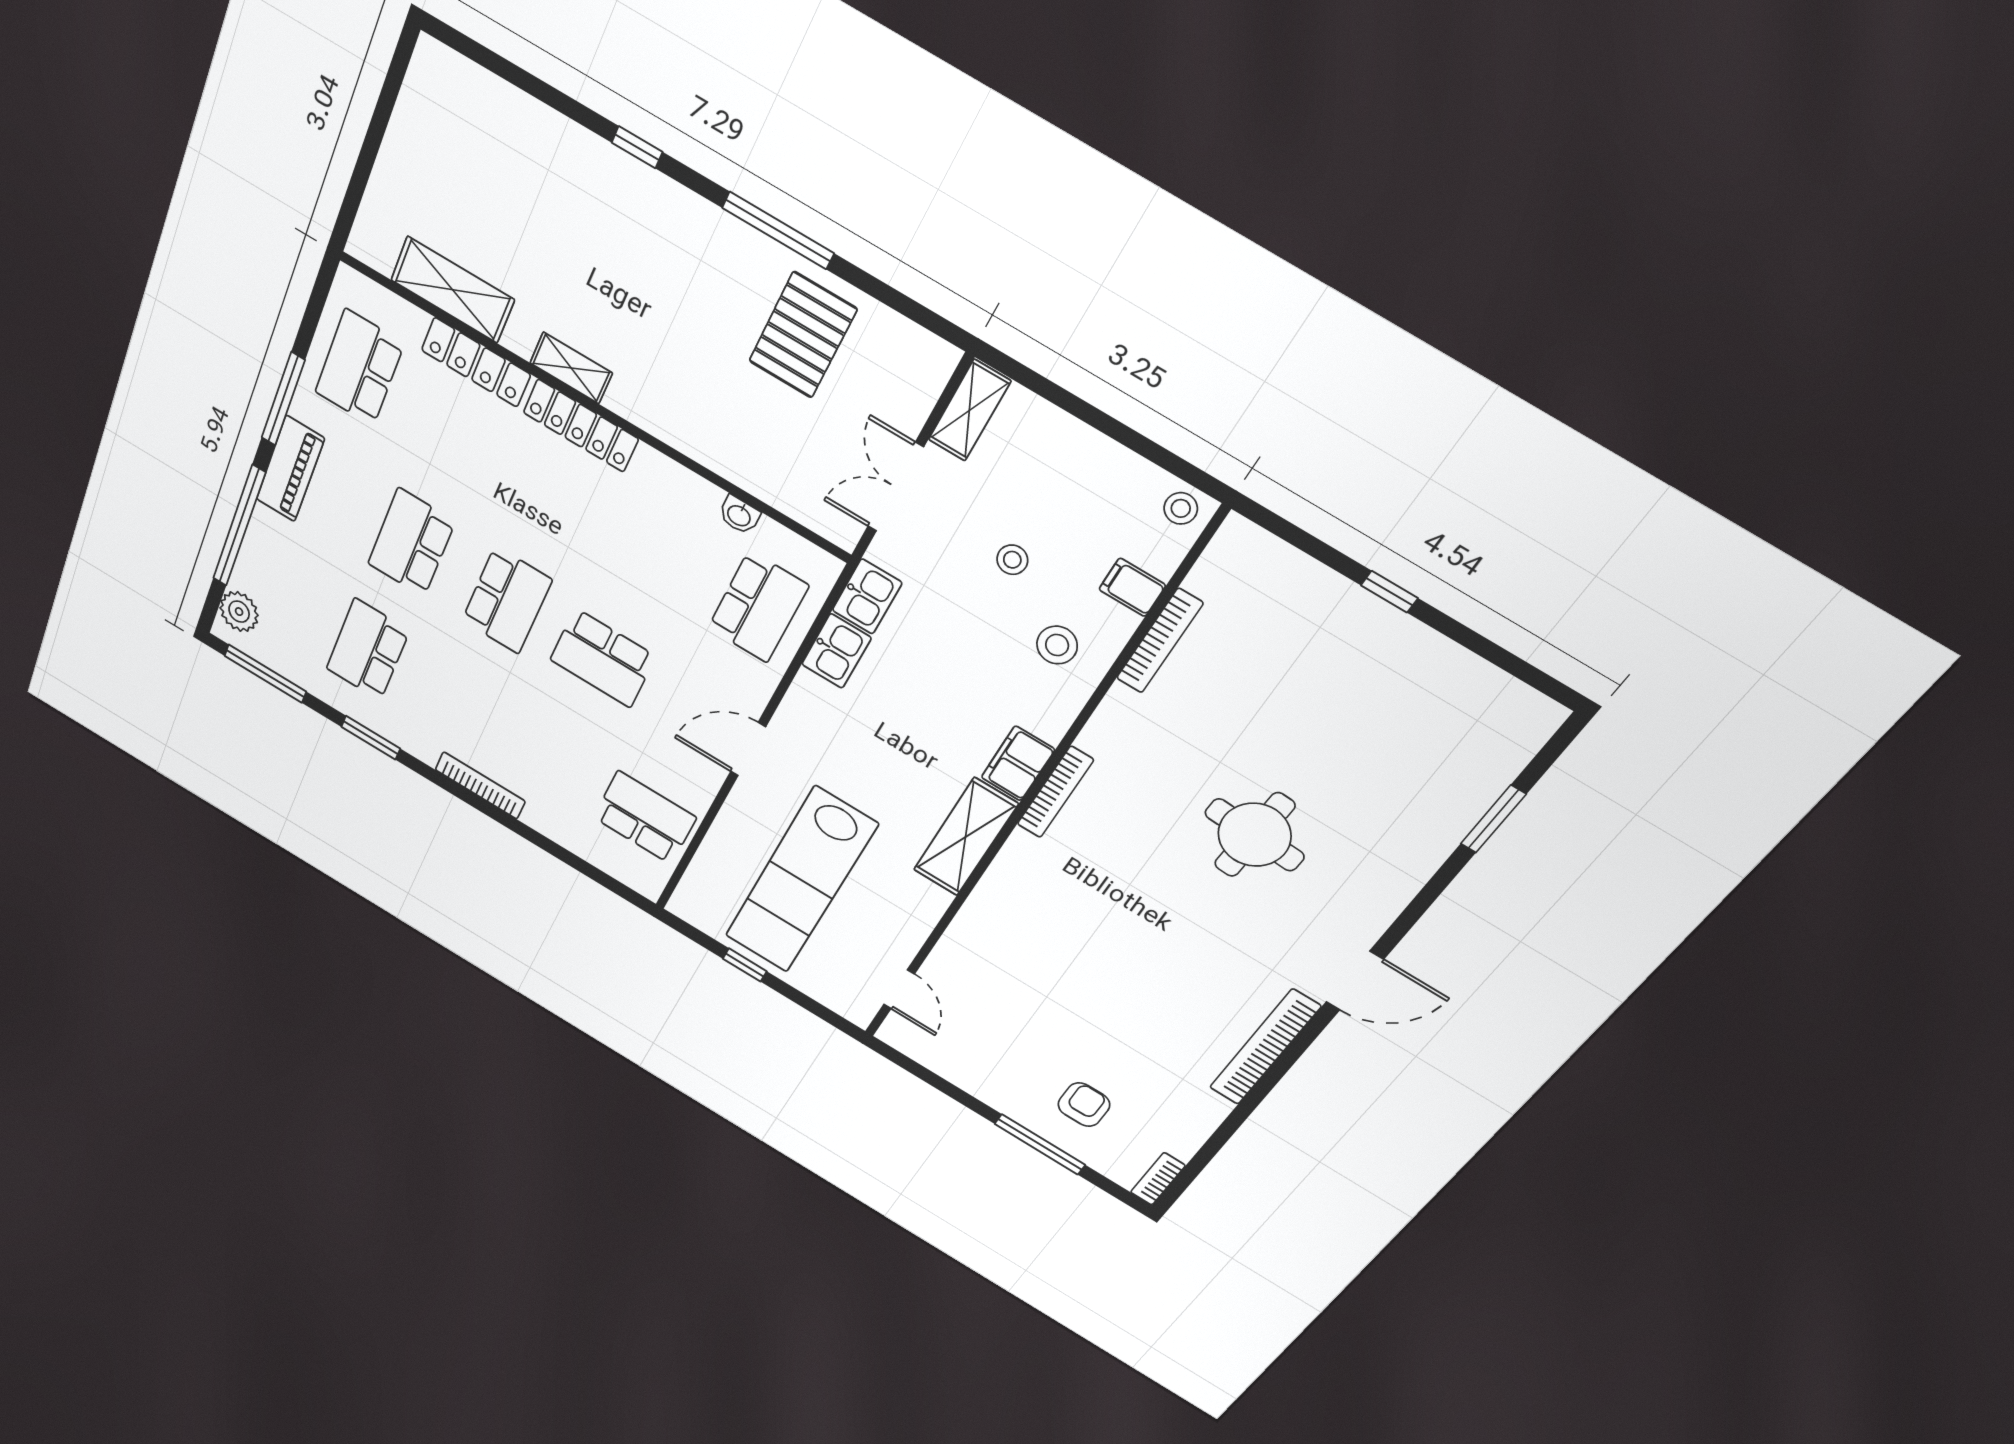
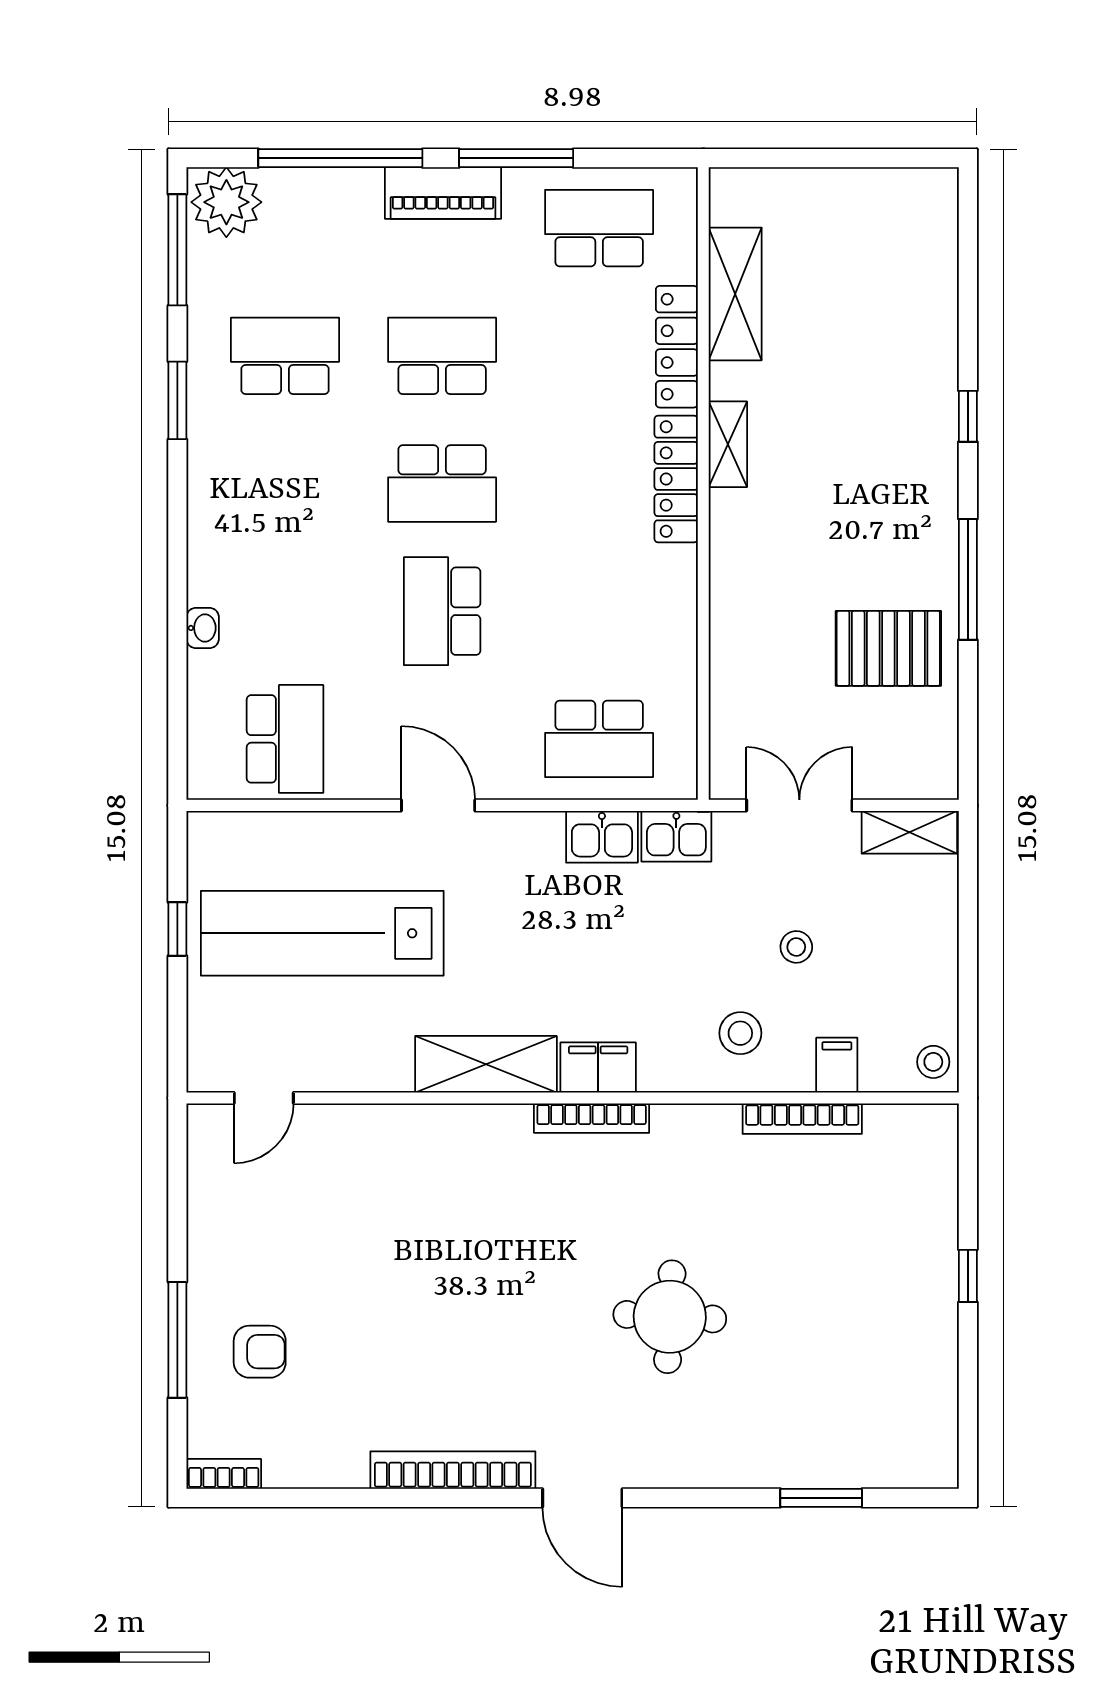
washbasin: (739, 515) -> (203, 628), moved, turned 180
plant: (239, 612) -> (226, 202), width x1.36, depth x1.36
bookcase: (480, 785) -> (201, 546), removed

